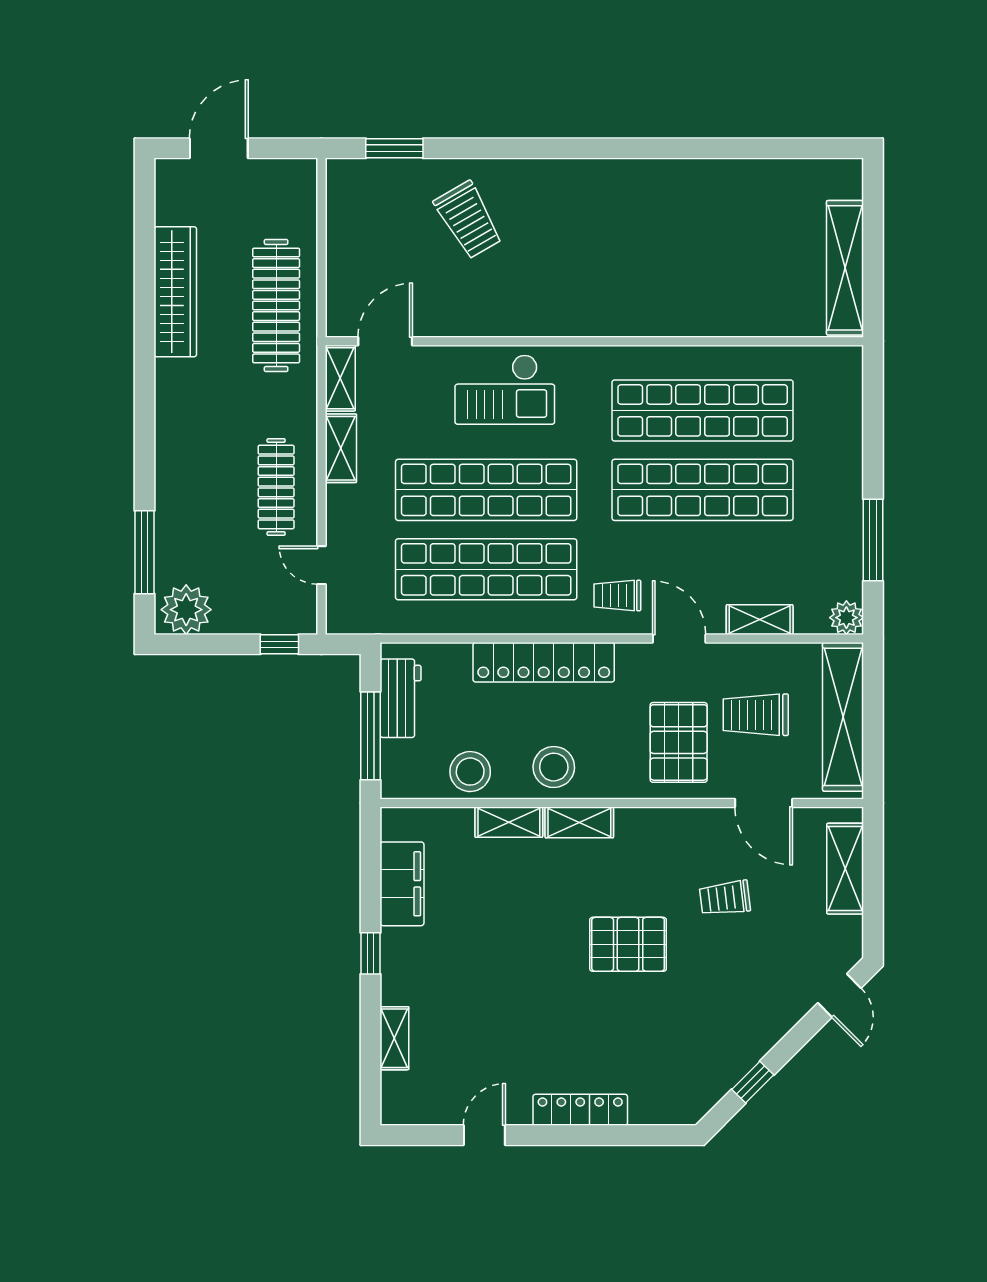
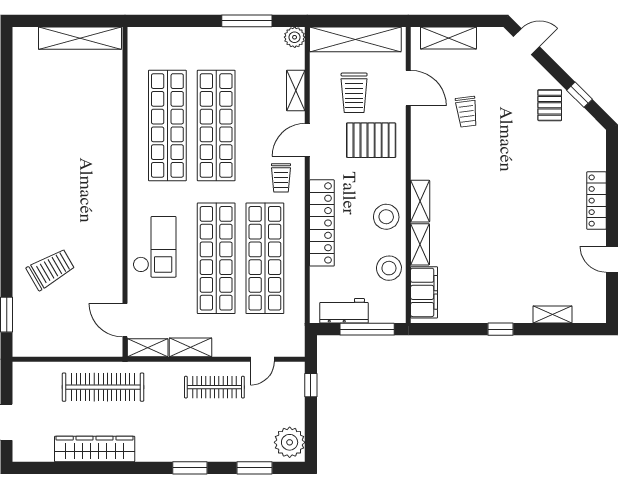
window: (145, 447) -> (190, 468), added
window: (145, 552) -> (254, 468), width x0.69
door: (764, 803) -> (408, 88), hinge flipped
filing cabinet: (402, 884) -> (424, 292), moved, turned 90
pallet: (628, 944) -> (550, 105), moved, width x0.67, depth x0.71

